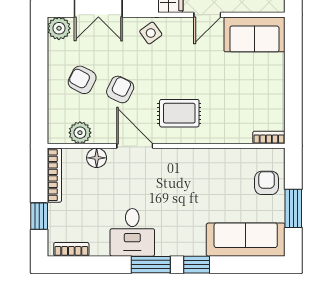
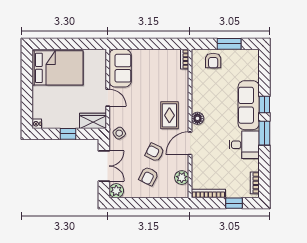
floor lamp: (97, 158) -> (197, 118), moved
armchair: (267, 183) -> (213, 61), turned -90
sofa: (246, 240) -> (249, 105), moved

